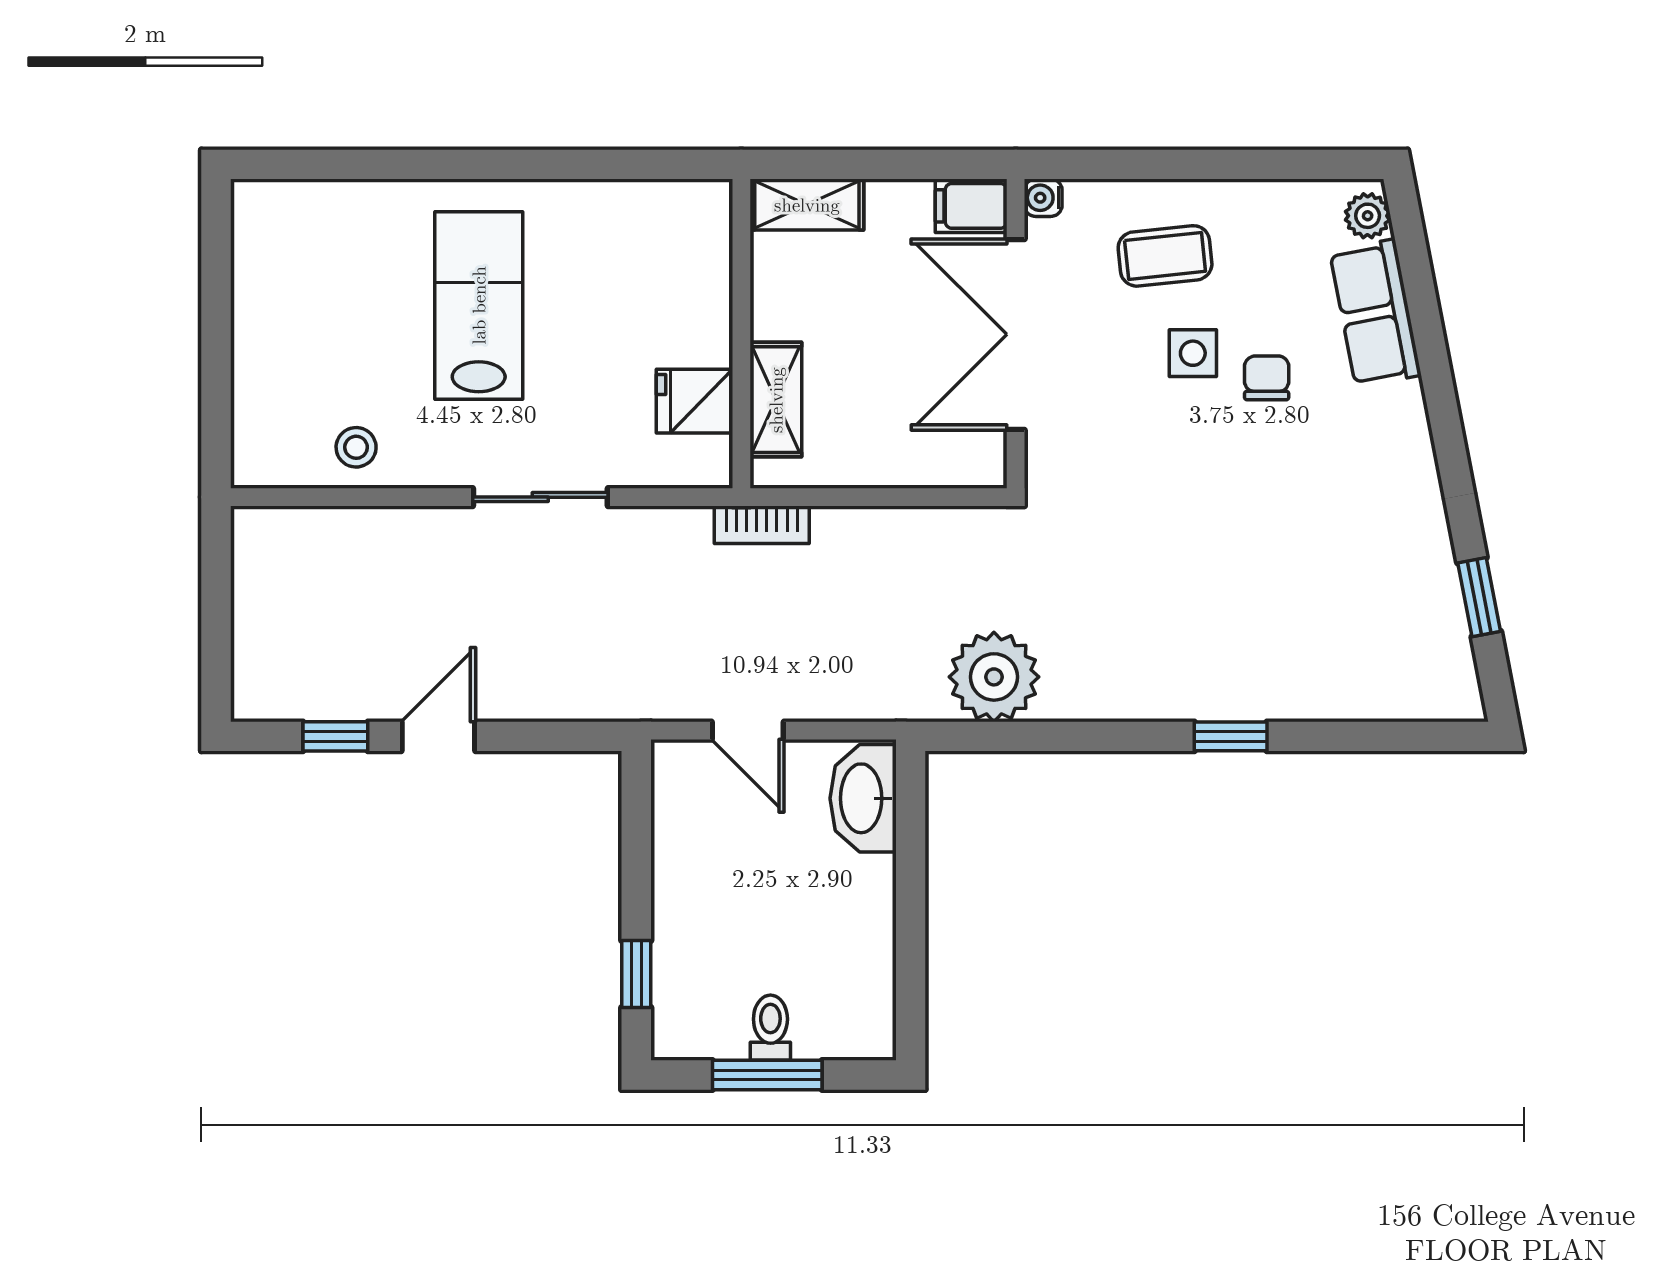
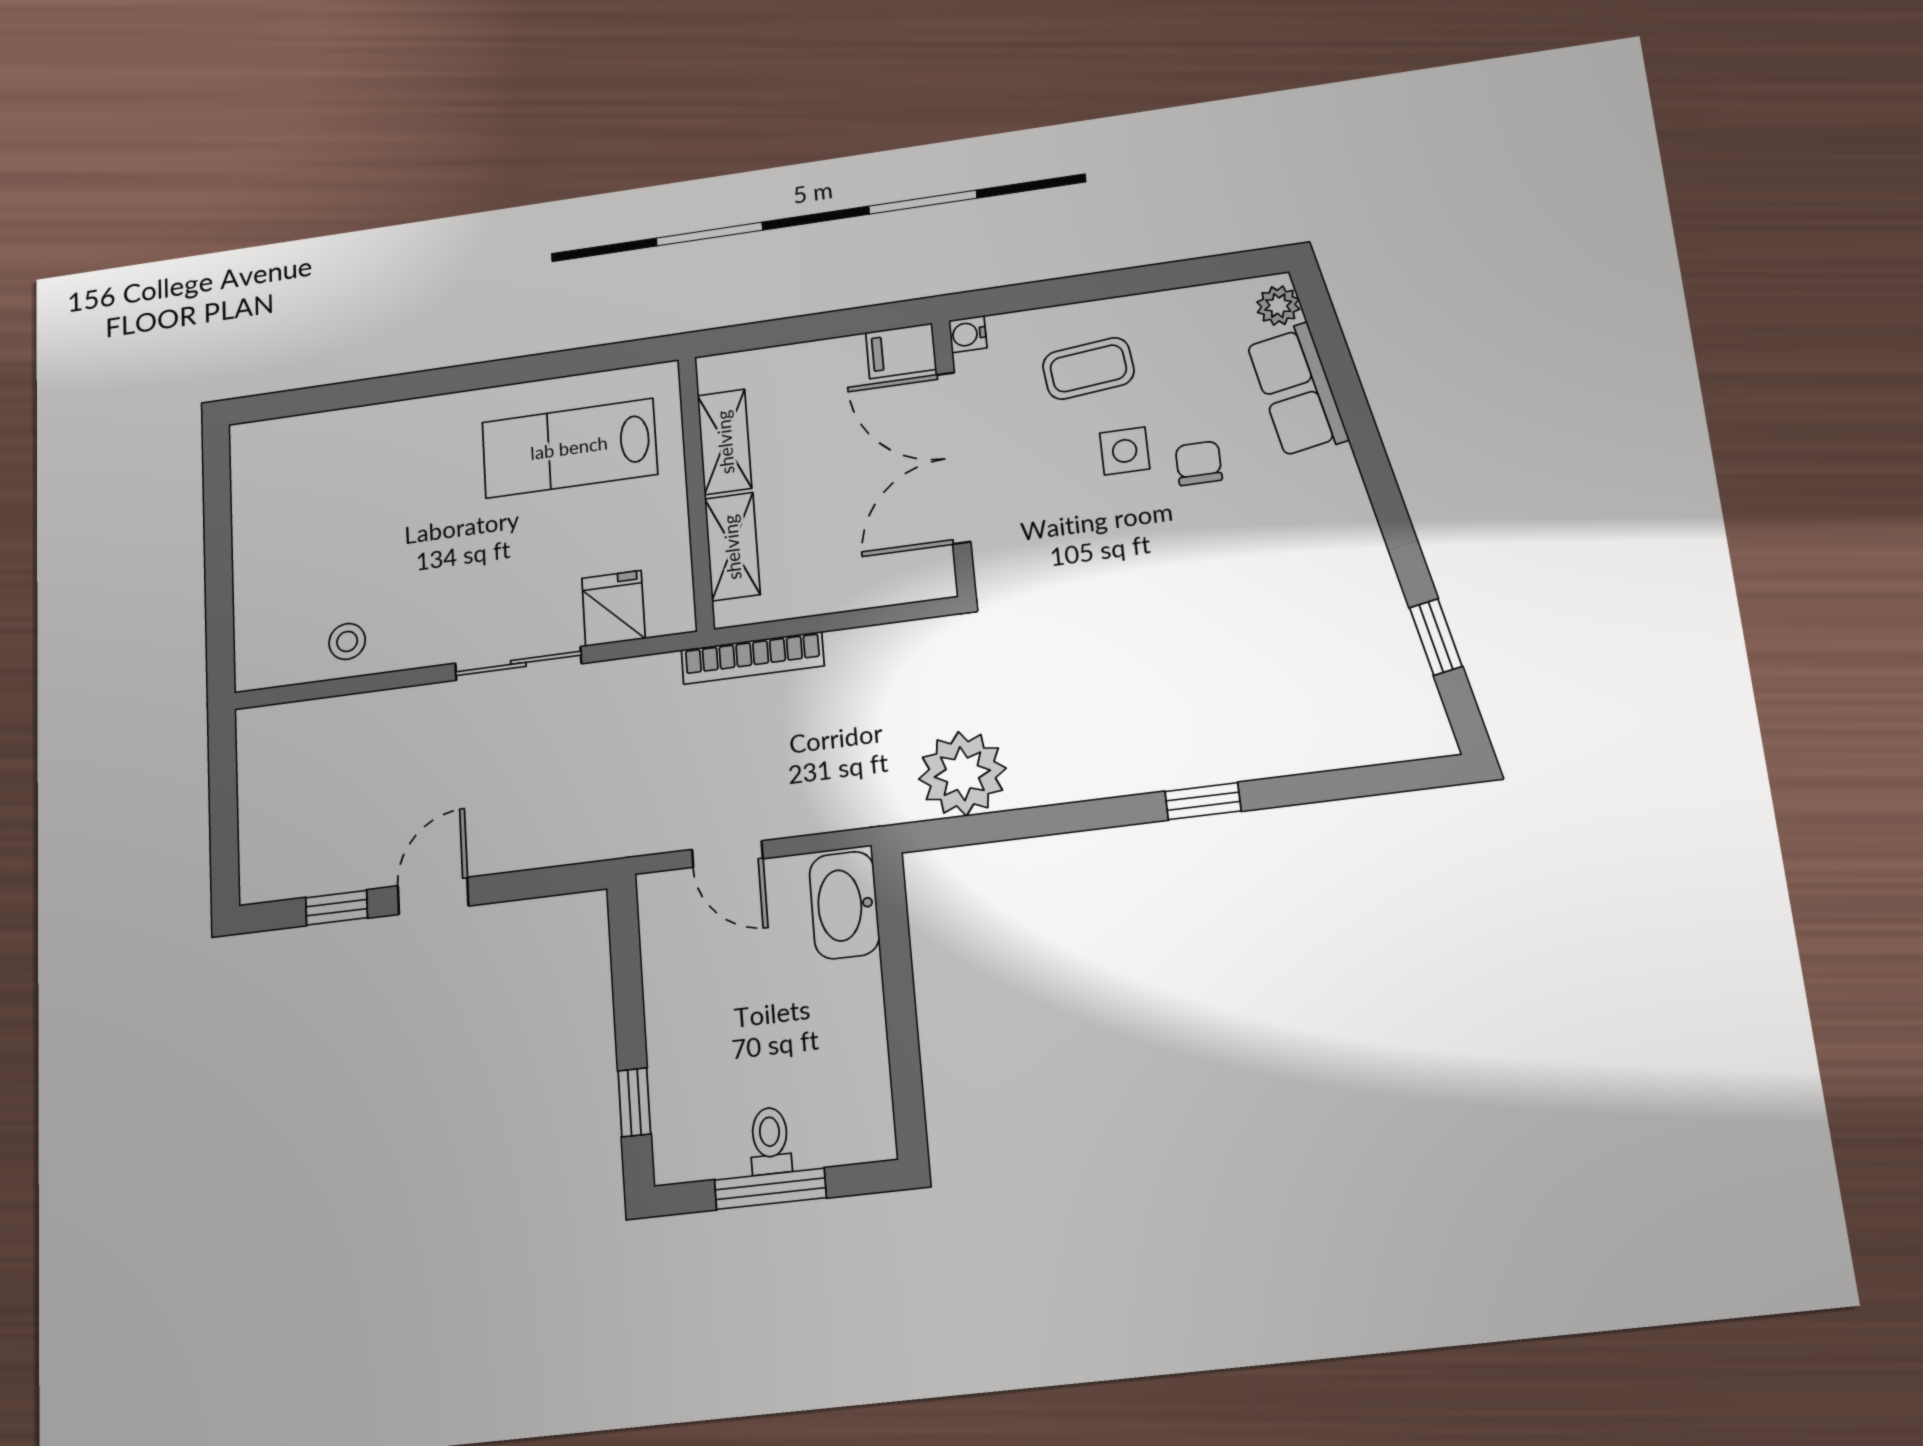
shelving: (807, 205) -> (725, 442), moved, turned 90
lab bench: (479, 305) -> (569, 448), moved, turned -90
fridge: (694, 401) -> (613, 608), moved, turned 90
bookcase: (762, 525) -> (753, 658), width x1.56

